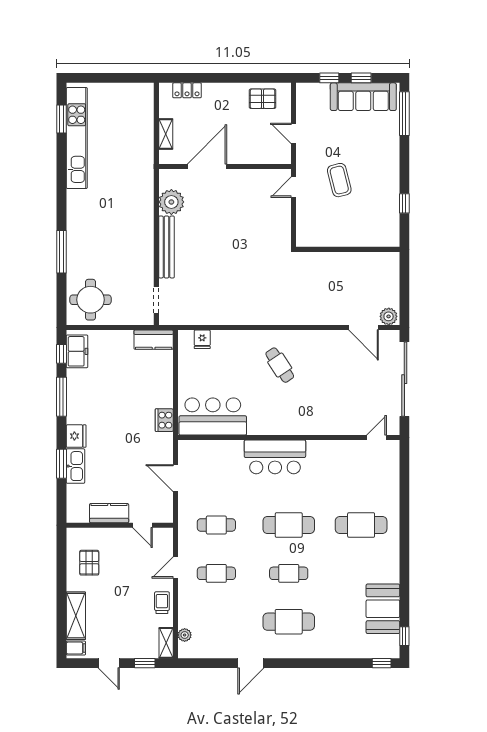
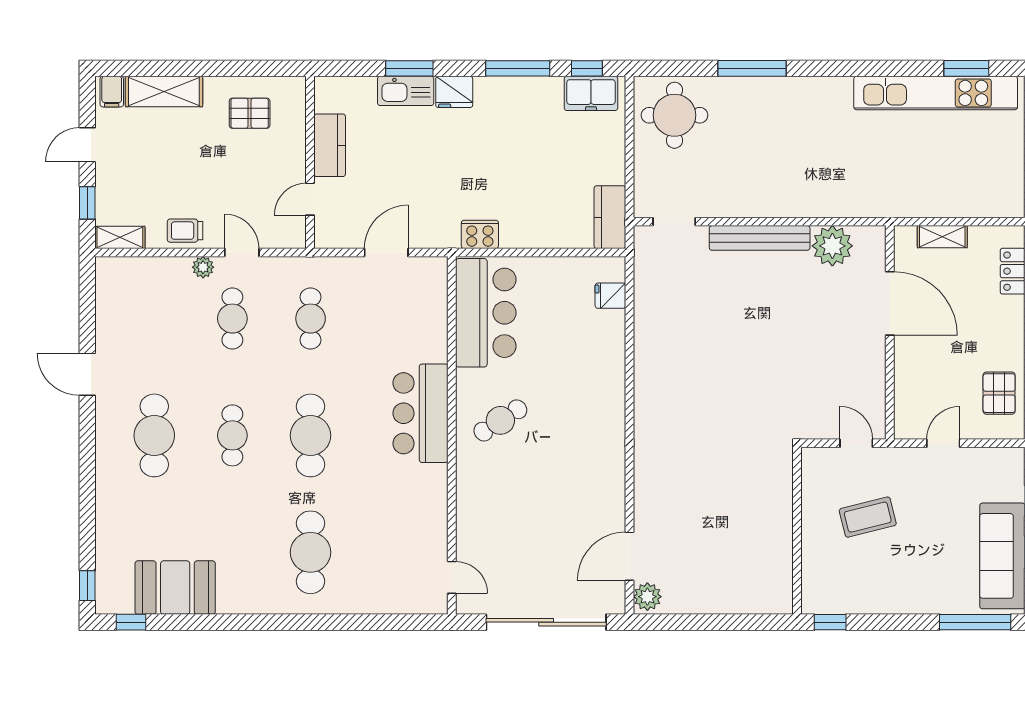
wall: (348, 249) -> (797, 531), moved
cafe table: (280, 365) -> (500, 420), moved
trolley: (162, 603) -> (185, 231), turned 180
plant: (185, 635) -> (203, 267), moved

